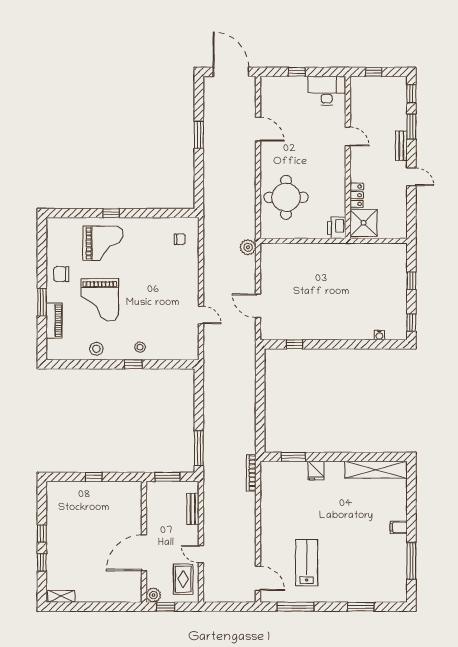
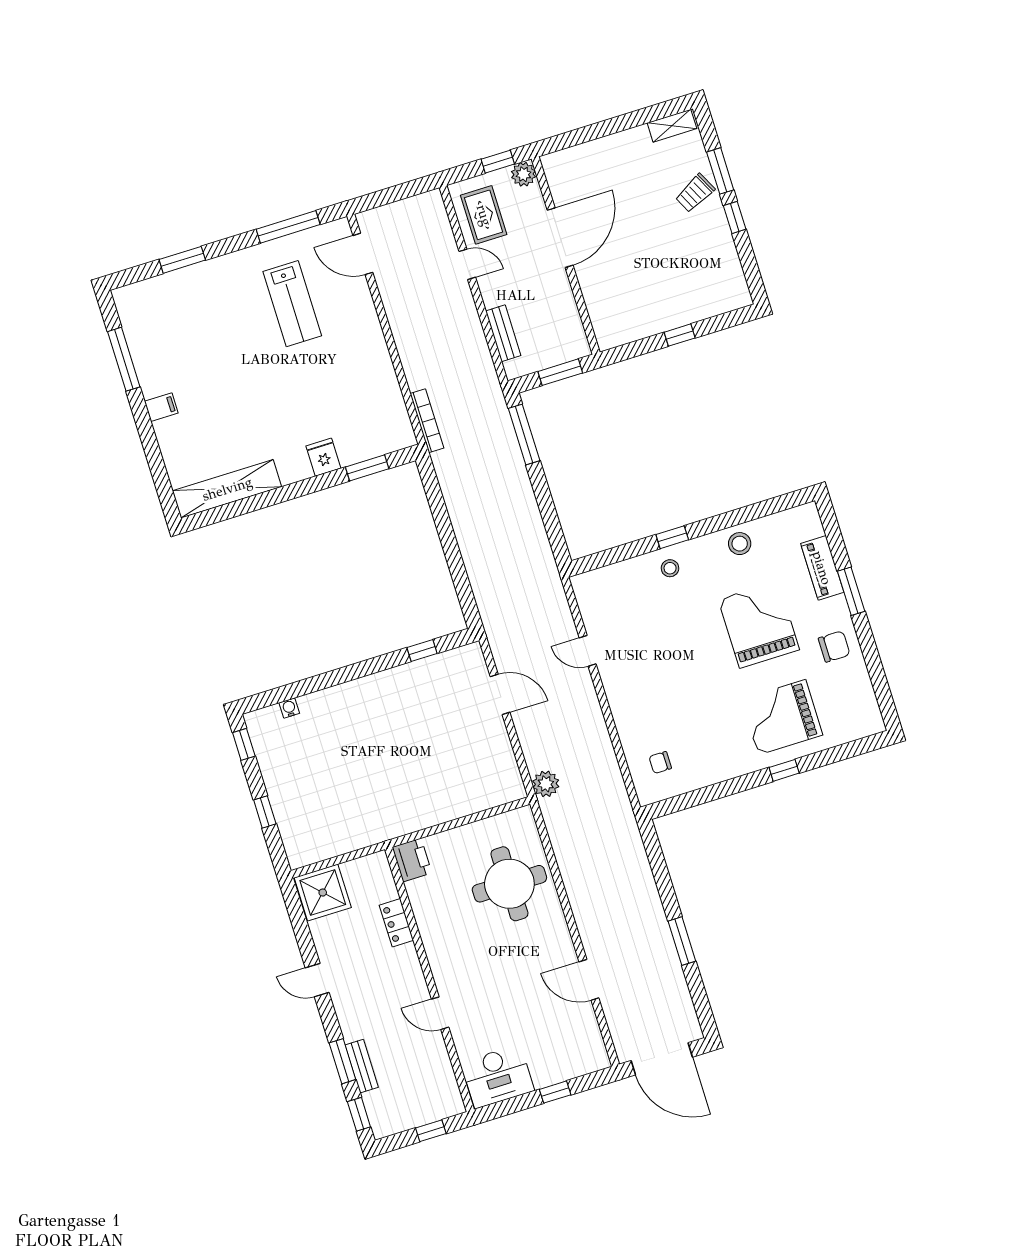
bench: (401, 146) -> (362, 1066), moved
shower: (364, 223) -> (323, 893), moved
trolley: (60, 554) -> (695, 193), added
window: (42, 562) -> (720, 171), width x1.50

